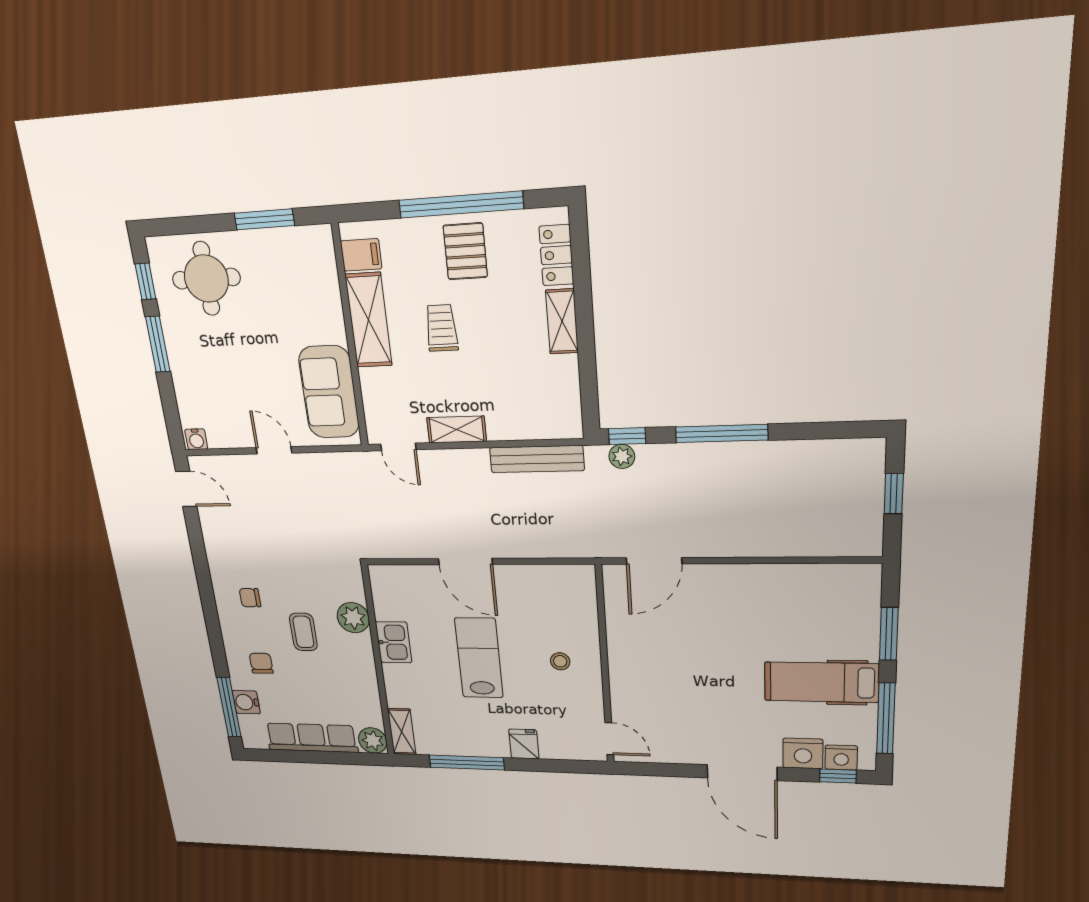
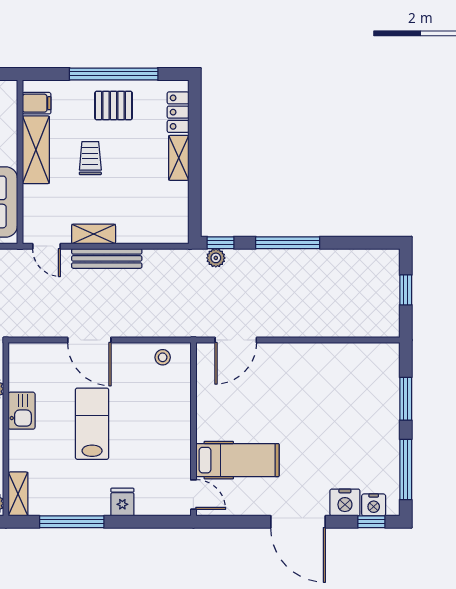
pallet: (465, 251) -> (114, 106), turned 90
bench: (537, 459) -> (107, 258), moved
stool: (560, 661) -> (163, 357), moved
hospital bed: (821, 682) -> (238, 460), moved, turned 180

